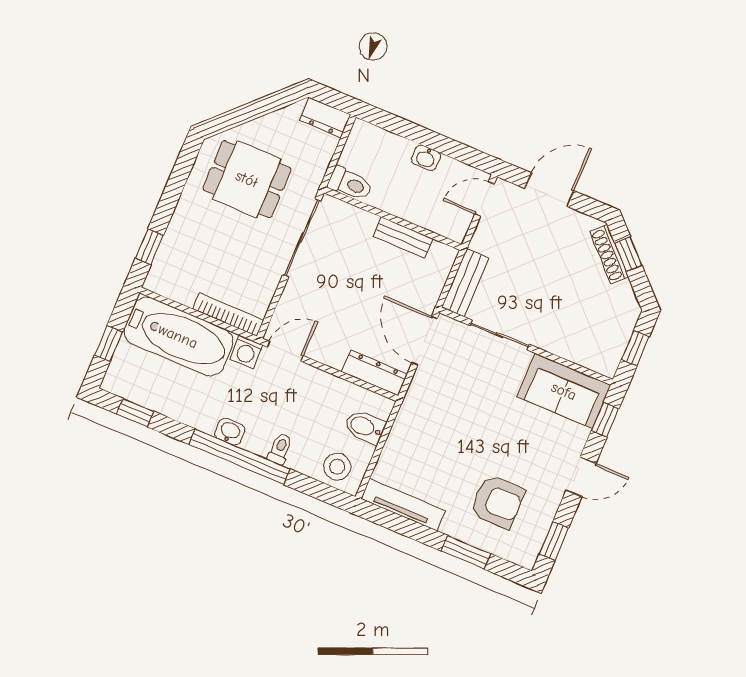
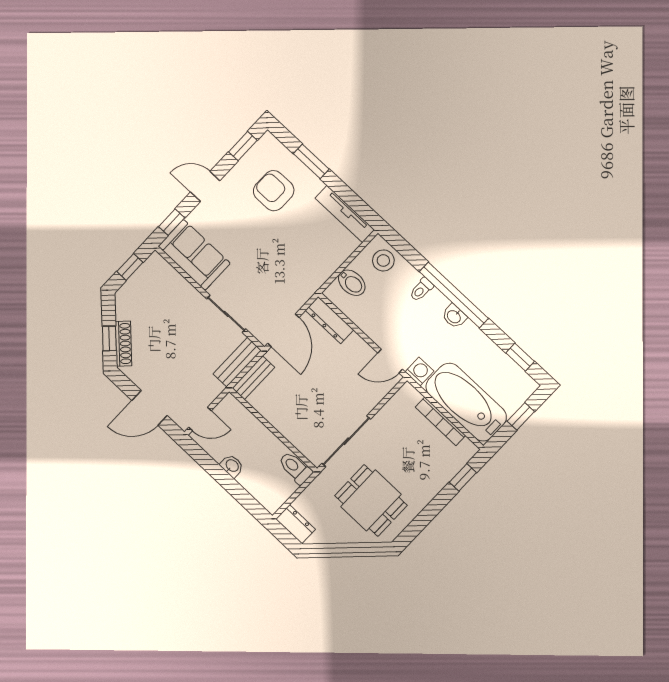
bench: (403, 237) -> (253, 378), moved, turned 90
bookcase: (228, 315) -> (440, 421), moved

